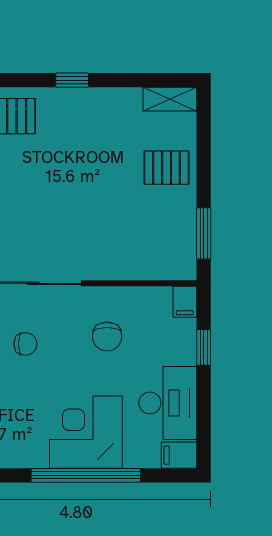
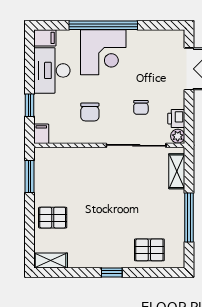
chair: (107, 337) -> (90, 112), turned 180
chair: (25, 344) -> (141, 107), turned -90

